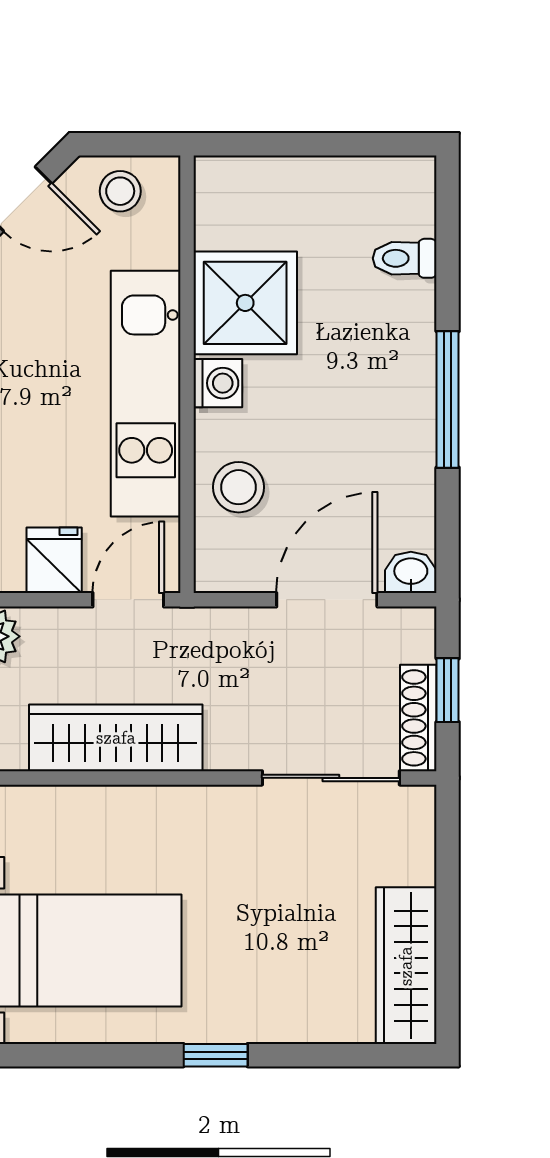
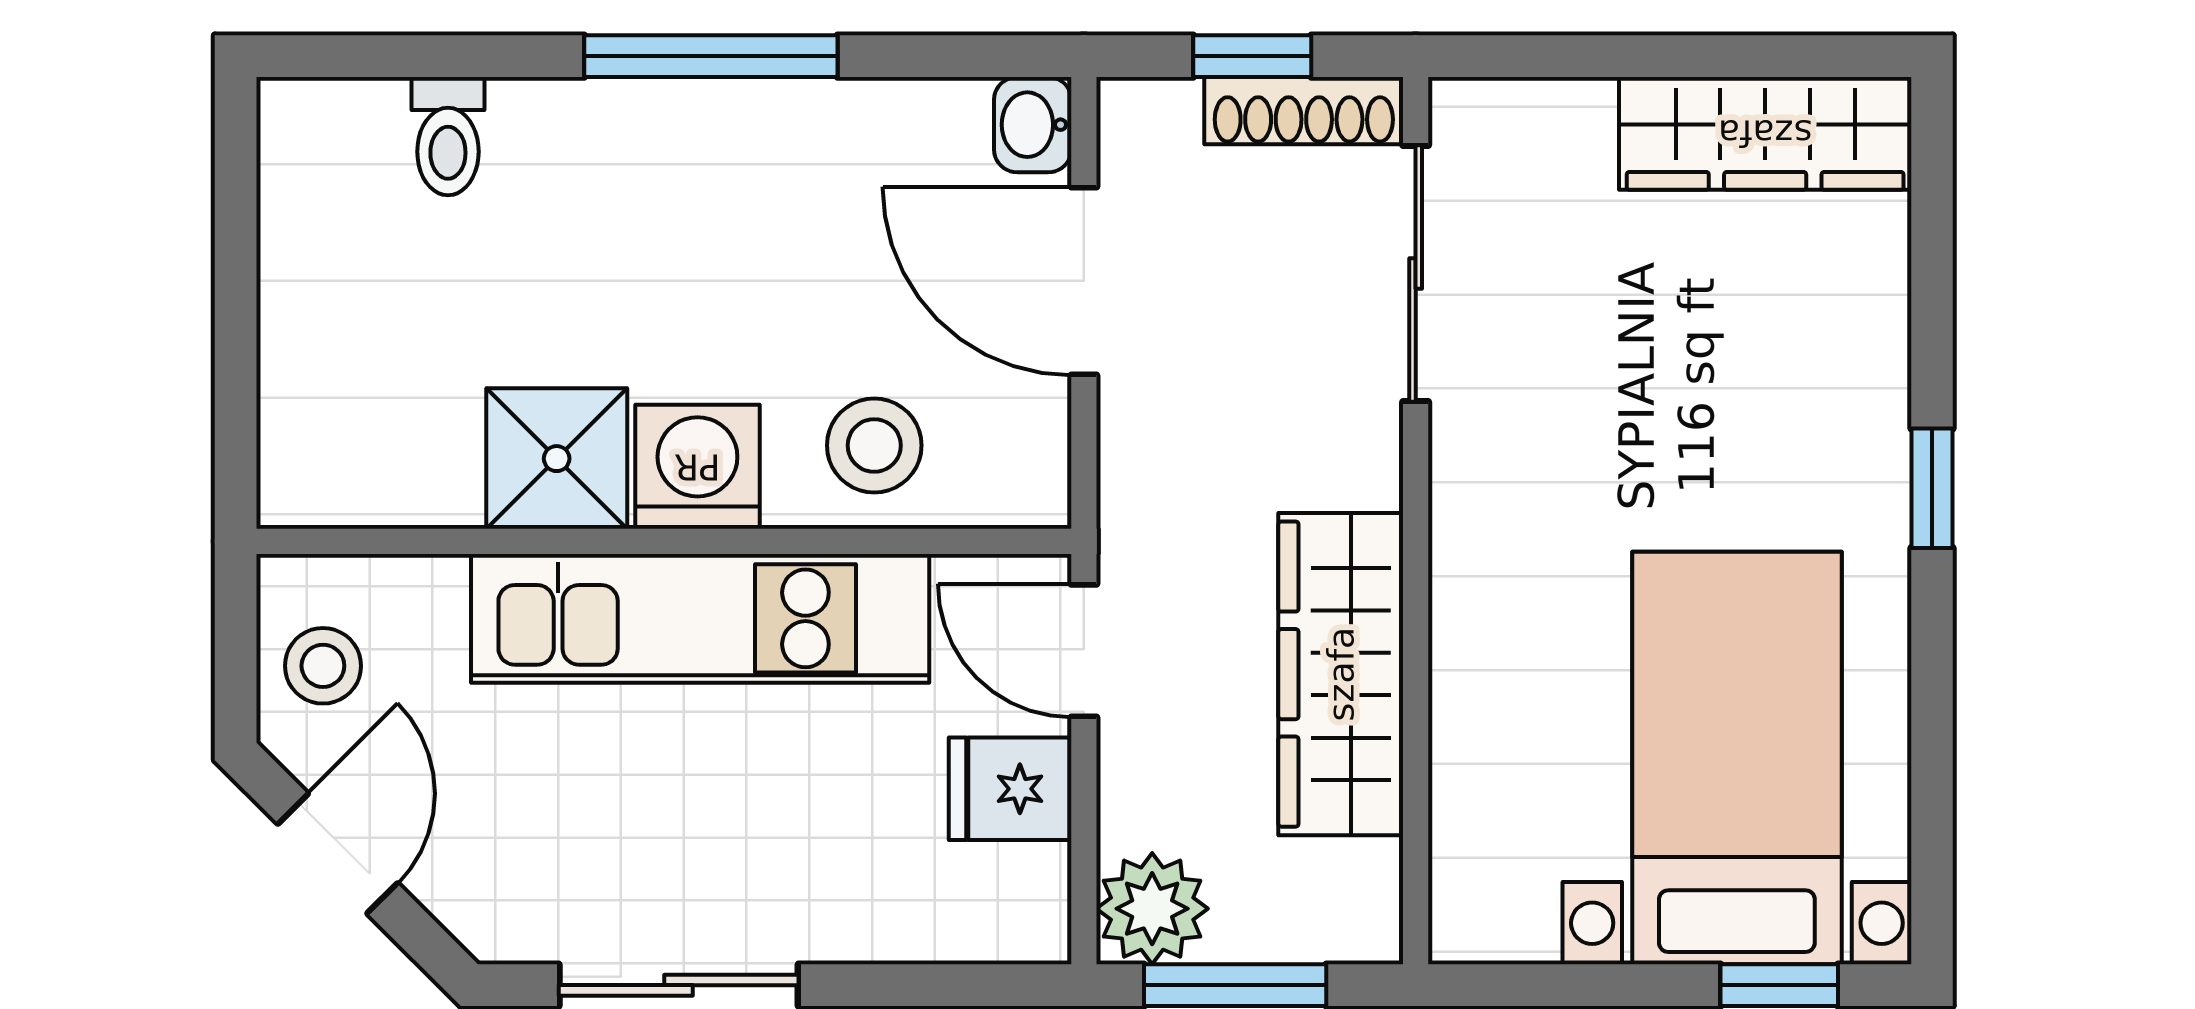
shower: (245, 303) -> (557, 459), width x0.73, depth x0.73
washing machine: (218, 383) -> (697, 467), width x1.38, depth x1.38

